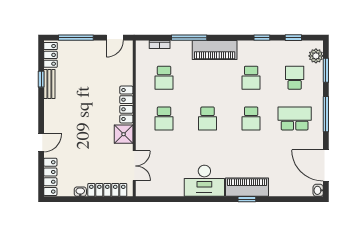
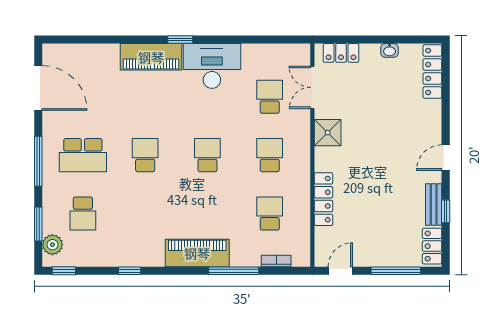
window: (293, 38) -> (64, 271), moved
school desk: (251, 78) -> (270, 97), moved
locker: (126, 104) -> (324, 199), moved
door: (41, 143) -> (446, 158), moved
locker: (107, 190) -> (341, 53), width x0.66
washbasin: (318, 190) -> (49, 52), removed
window: (247, 199) -> (180, 40), moved

